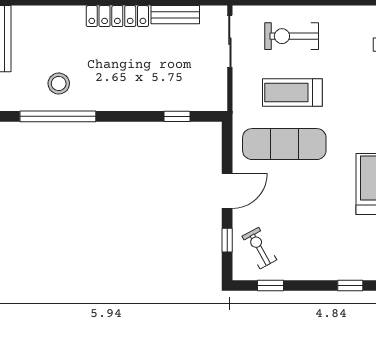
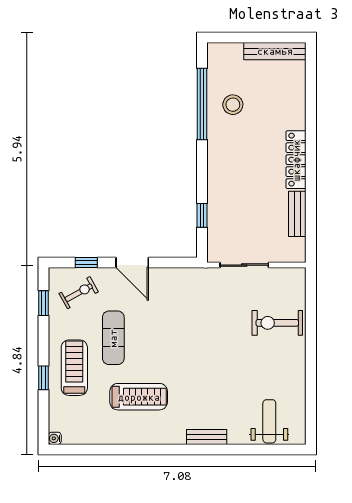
exercise bike: (292, 36) -> (277, 323), turned -90
sliding door: (230, 41) -> (244, 265), moved
treadmill: (292, 92) -> (74, 368), moved
exercise mat: (284, 144) -> (113, 338), moved, width x0.73, depth x0.69

